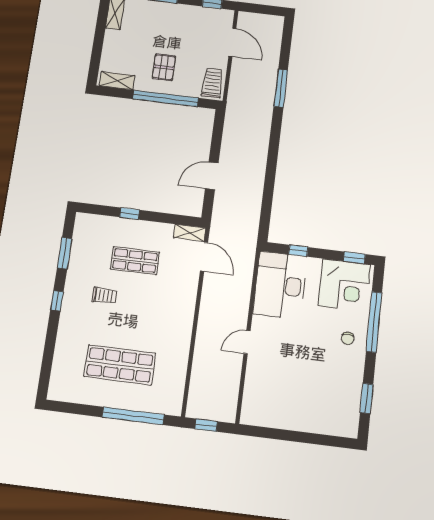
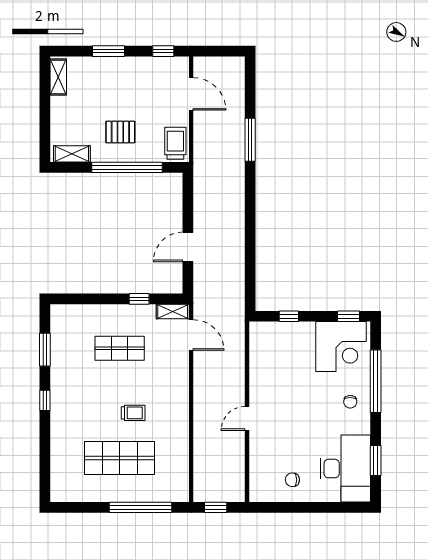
pallet: (164, 67) -> (120, 132), turned 90
window: (130, 214) -> (139, 299), moved
desk: (280, 285) -> (345, 469), moved, turned 180
trolley: (104, 295) -> (133, 413), moved
chair: (284, 407) -> (292, 480), added

